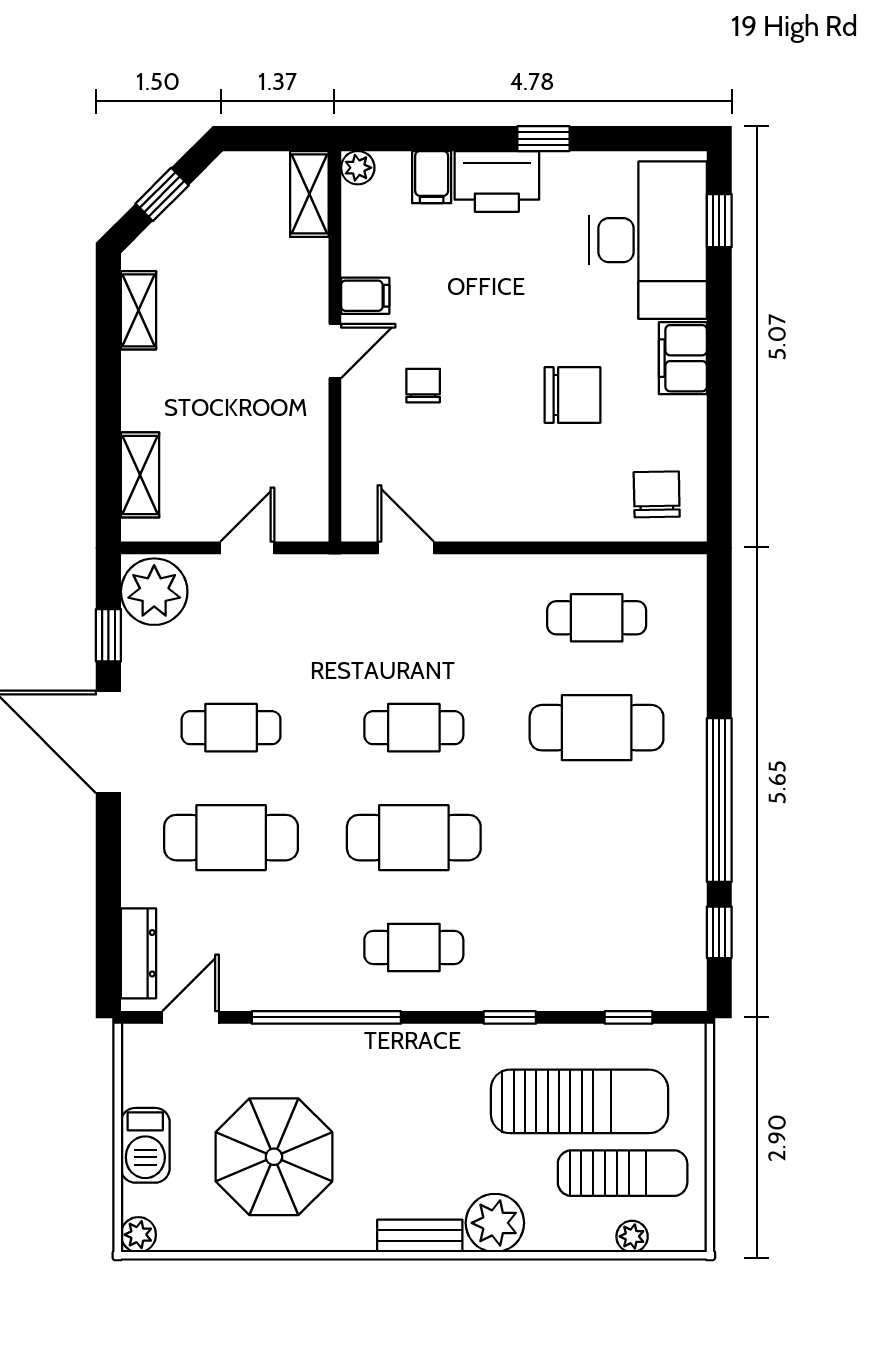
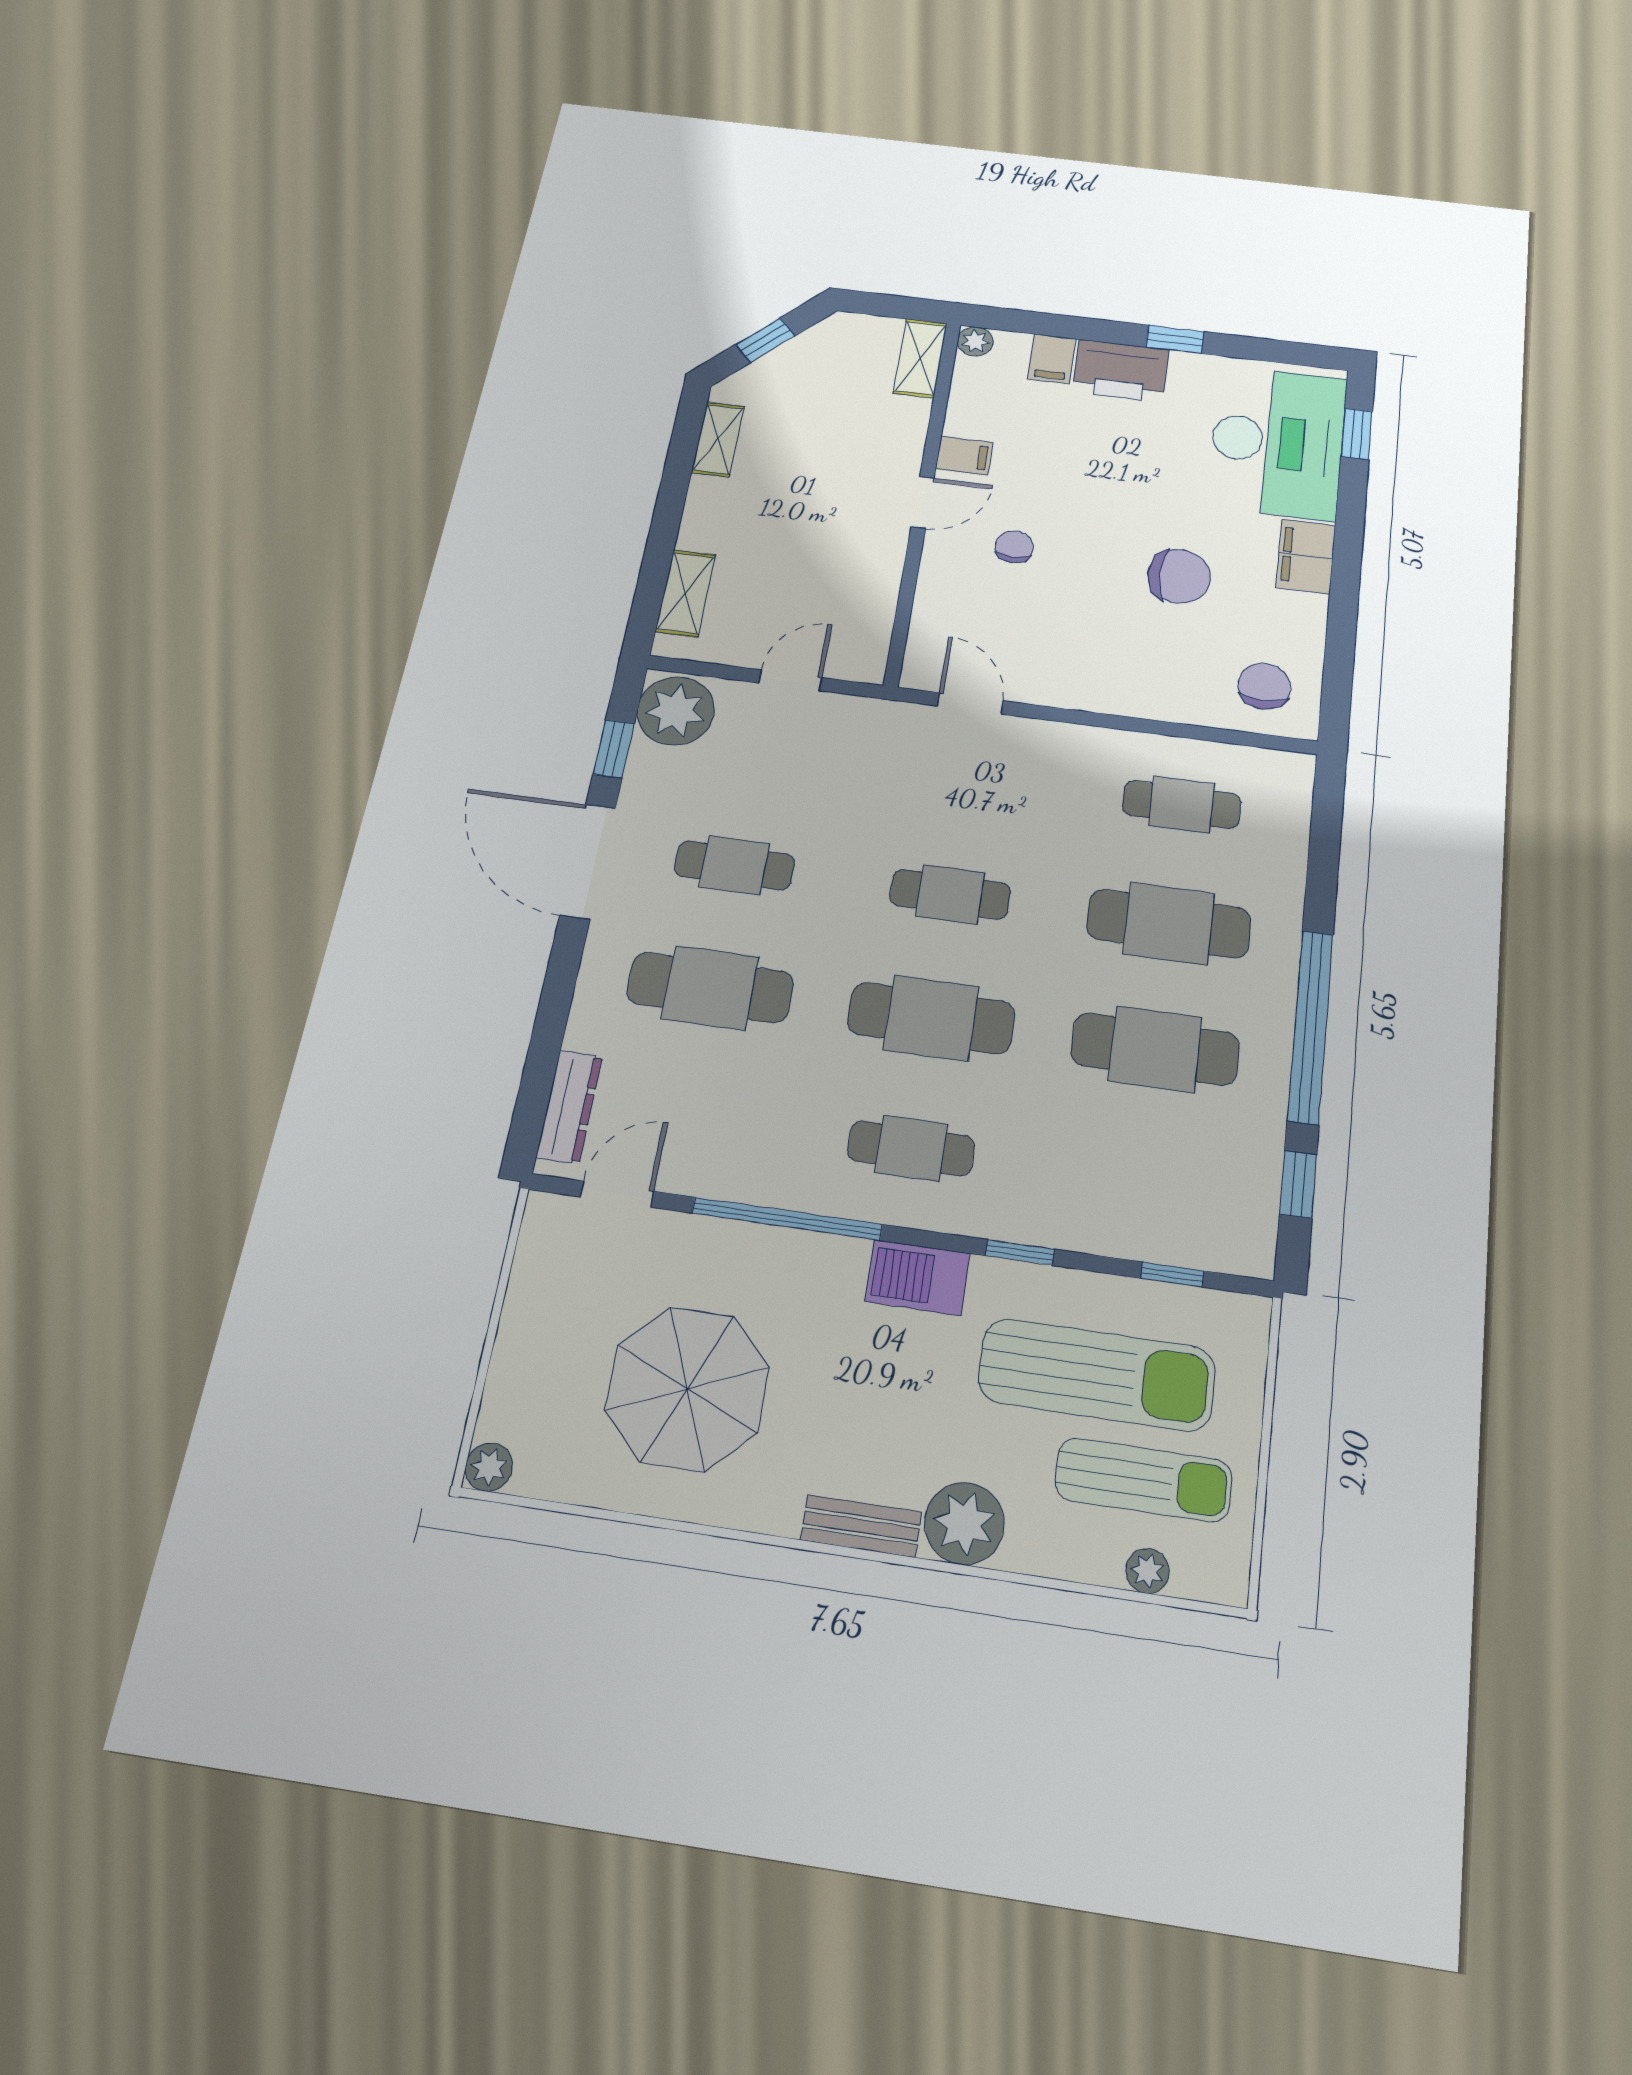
cafe table: (597, 838) -> (1155, 1049), added
barbecue: (145, 1145) -> (917, 1277), moved, turned 90

